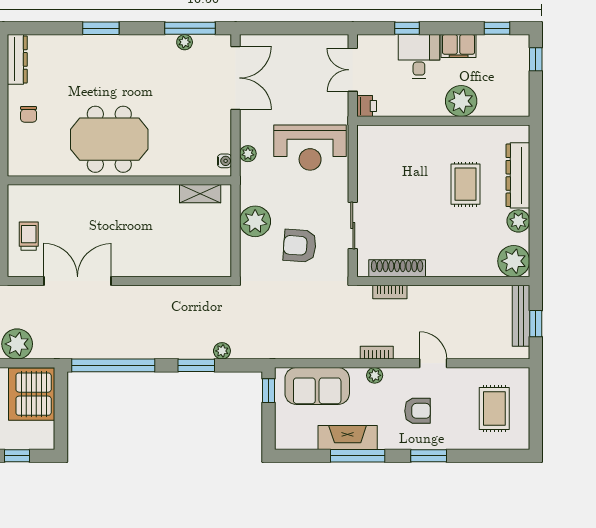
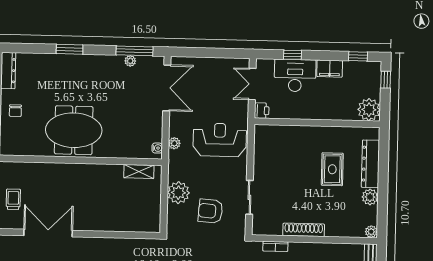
desk: (419, 57) -> (295, 75), width x1.37
plant: (461, 101) -> (369, 110), moved
reception desk: (310, 148) -> (220, 140), turned 180
plant: (514, 261) -> (371, 232), width x0.53, depth x0.53
shoe rack: (397, 268) -> (304, 230), moved

